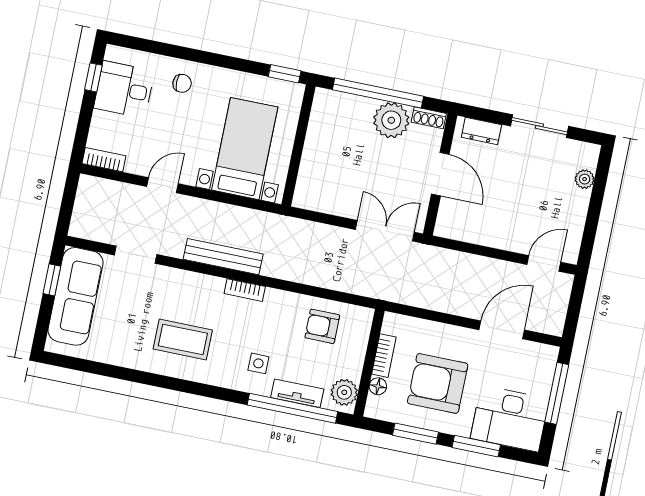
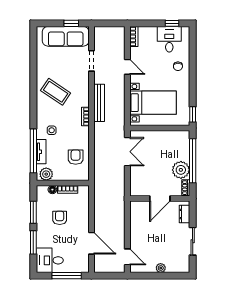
plant: (585, 179) -> (161, 268), moved
double door: (385, 231) -> (127, 152), moved
coffee table: (183, 339) -> (56, 92), turned -56
armchair: (438, 383) -> (60, 218), width x0.53, depth x0.53
desk: (510, 419) -> (50, 260), width x0.73

